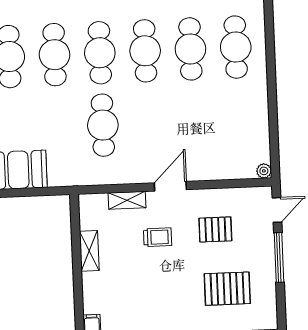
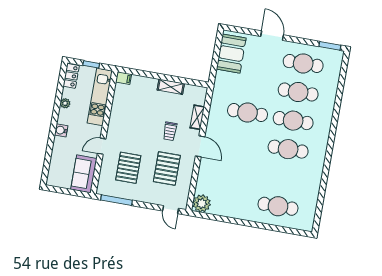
cafe table: (190, 49) -> (283, 178), removed
plant: (264, 171) -> (202, 203), width x1.88, depth x1.88
pallet: (215, 229) -> (167, 168), width x1.50, depth x1.42
window: (279, 257) -> (117, 200), moved

